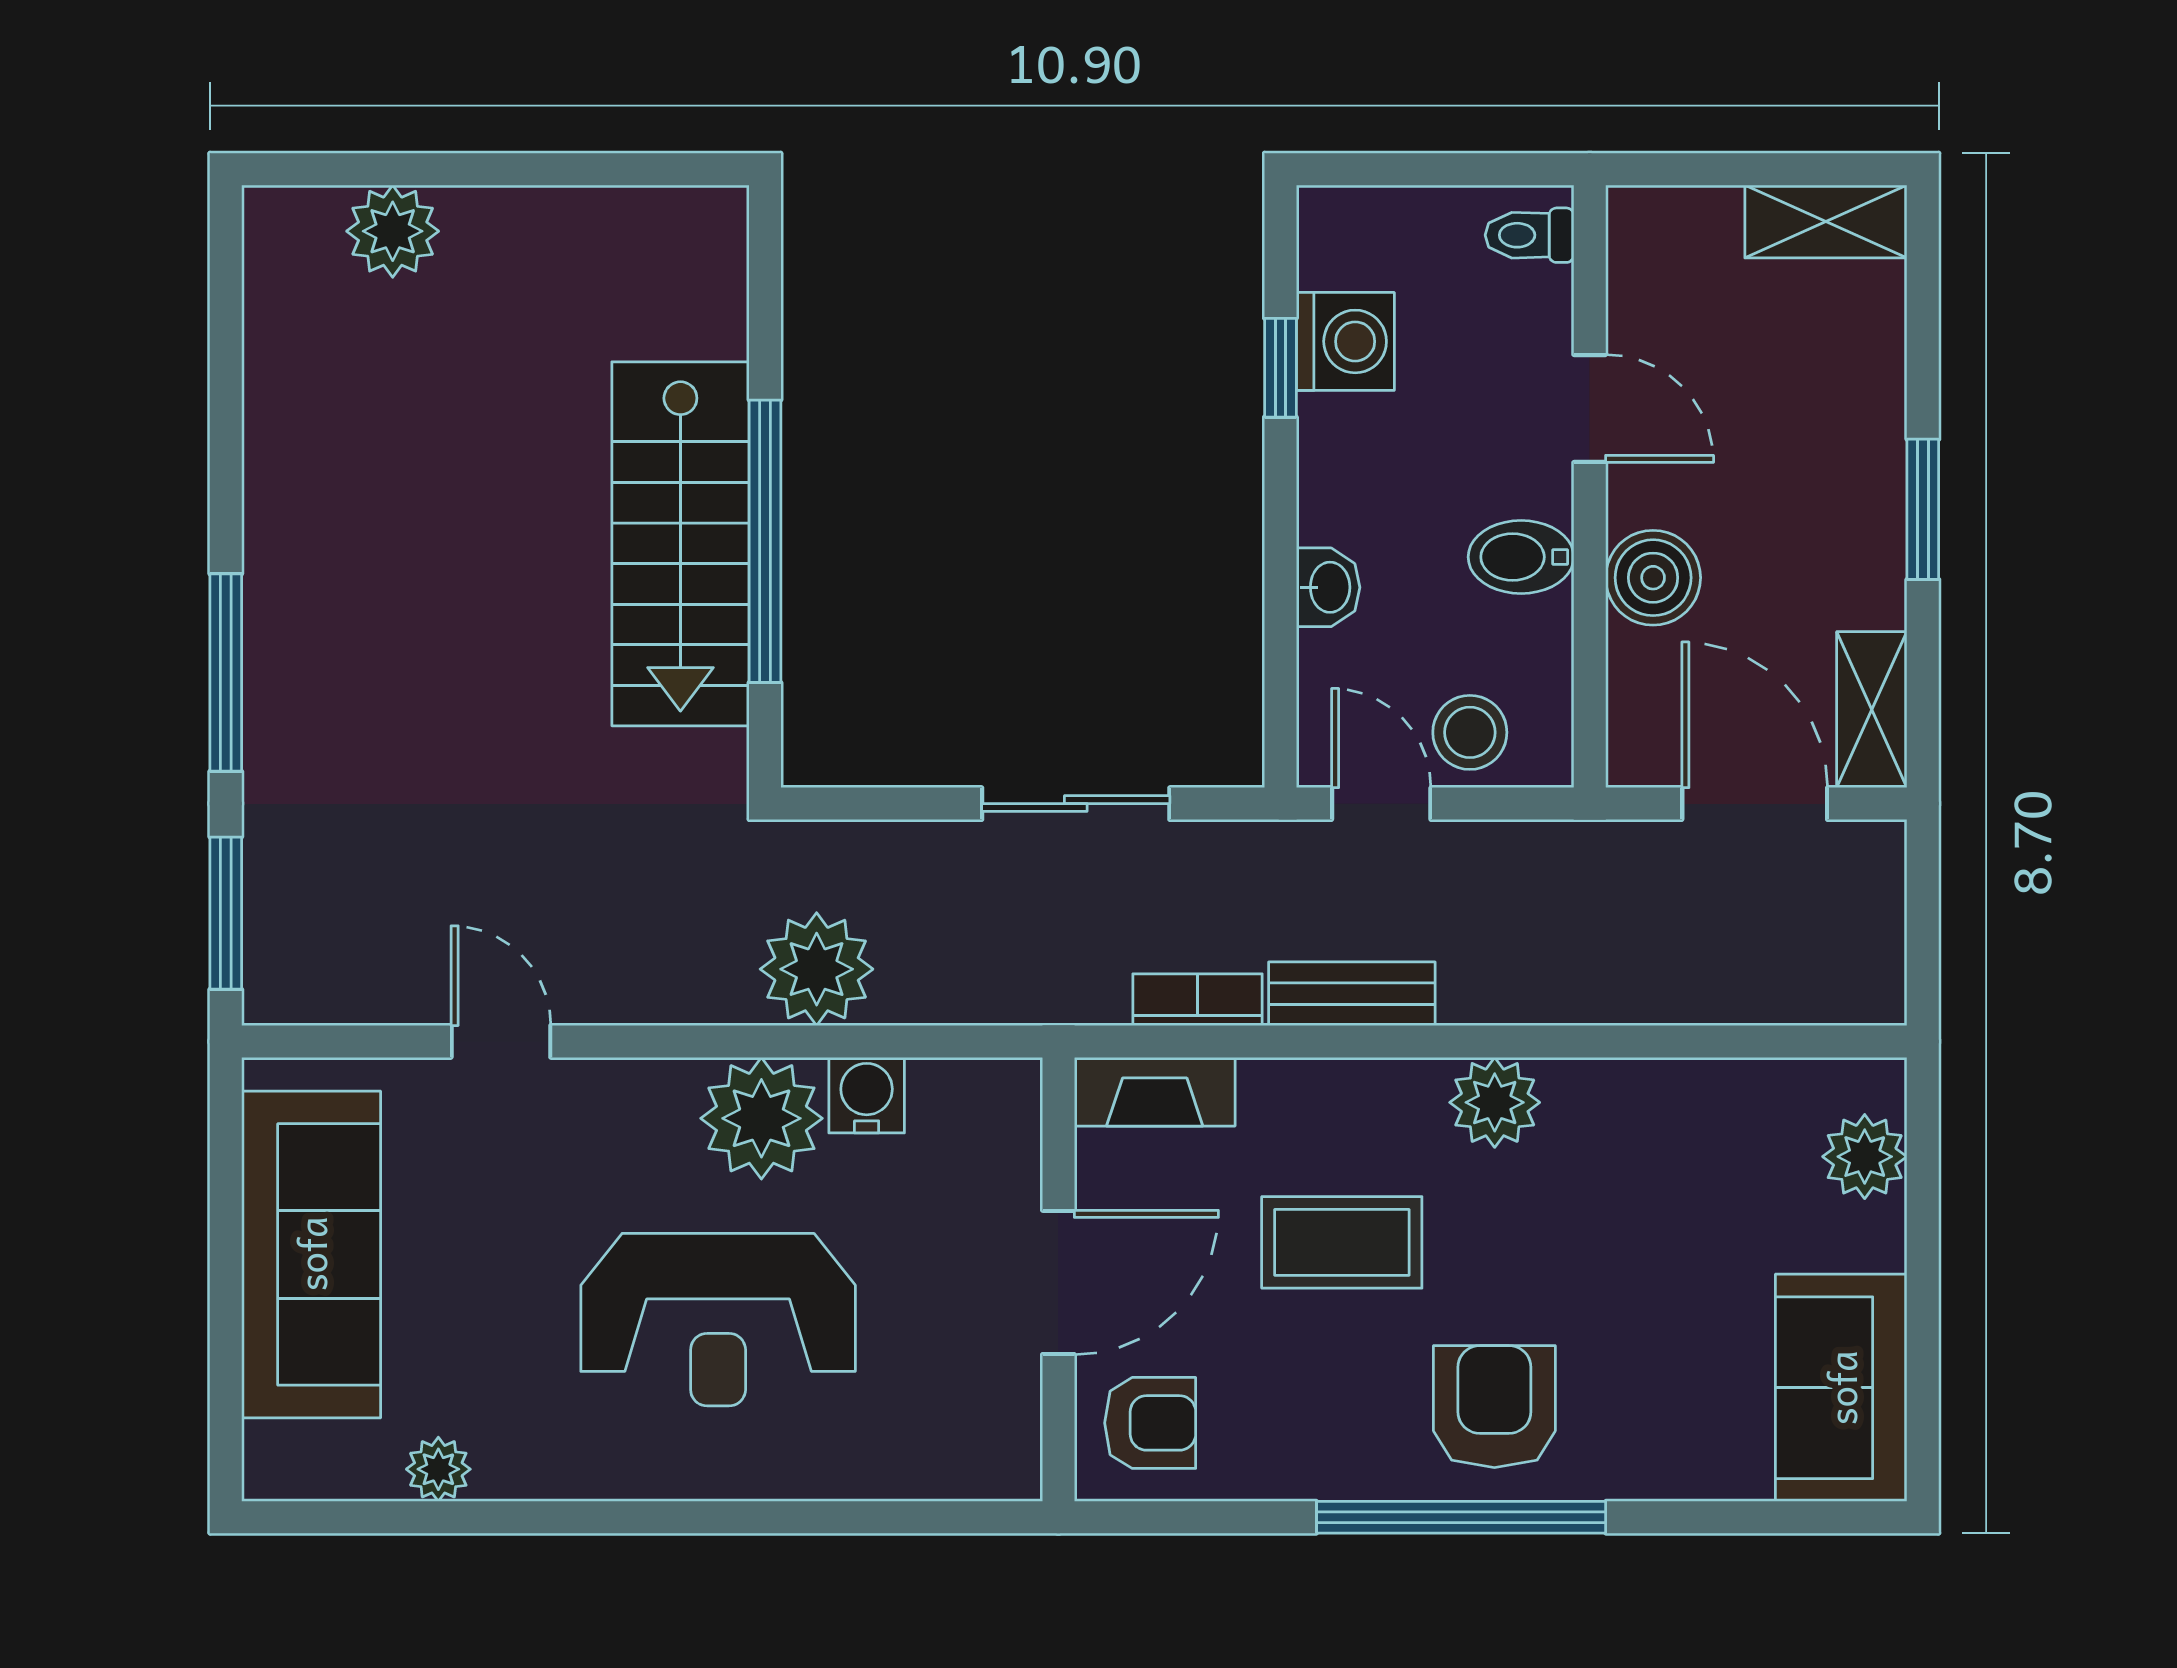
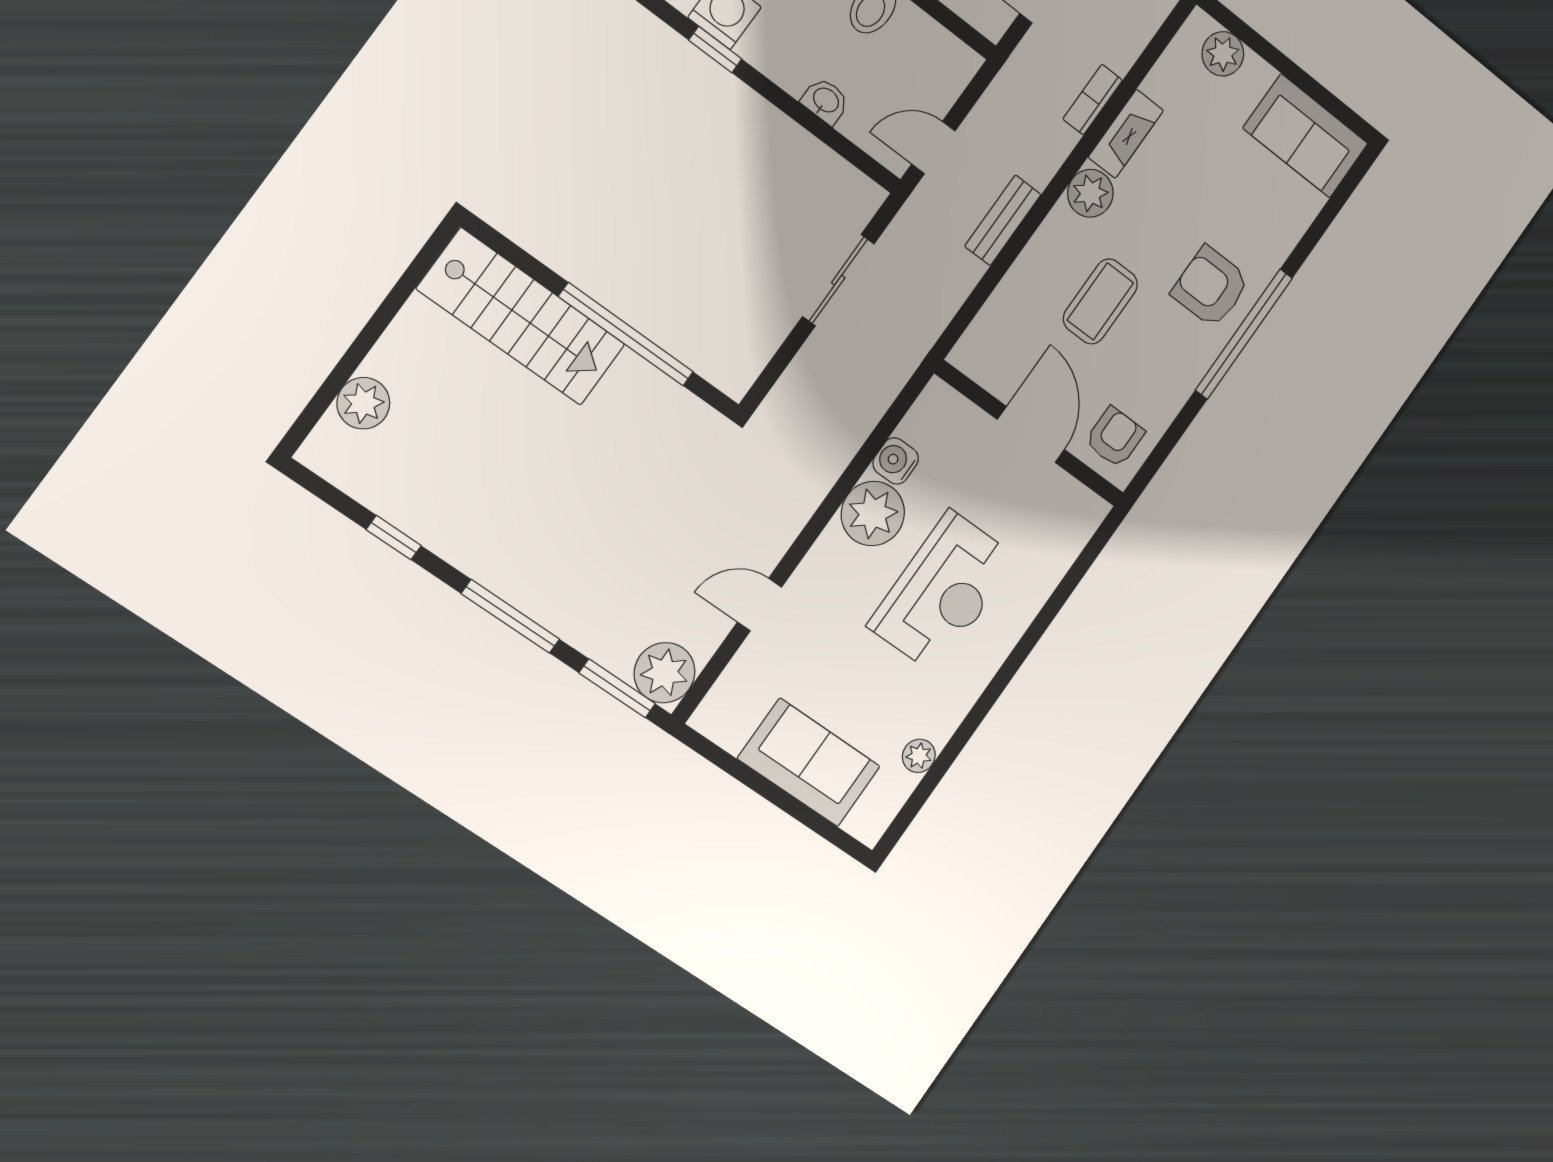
window: (226, 416) -> (394, 538), added
stairs: (680, 544) -> (521, 317), moved
stool: (1470, 732) -> (931, 86), removed
plant: (817, 969) -> (665, 673), moved
bookcase: (1198, 1000) -> (1093, 100), moved
fireplace: (1155, 1092) -> (1126, 134), moved
sofa: (311, 1254) -> (809, 762), width x0.73

